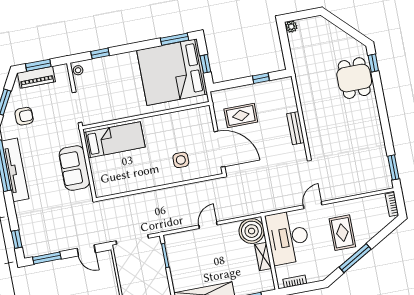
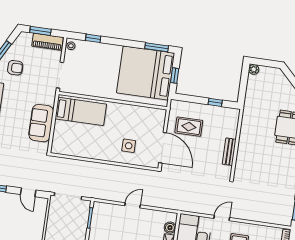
piano: (36, 77) -> (47, 42), moved
boiler: (252, 231) -> (170, 228), width x0.54, depth x0.54

